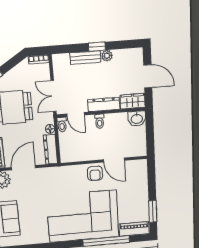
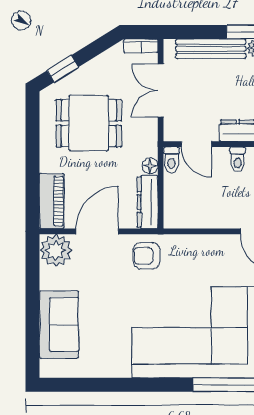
bench: (85, 58) -> (211, 49), width x1.36
double door: (53, 96) -> (161, 90), moved
armchair: (95, 173) -> (147, 256), moved, turned 90

